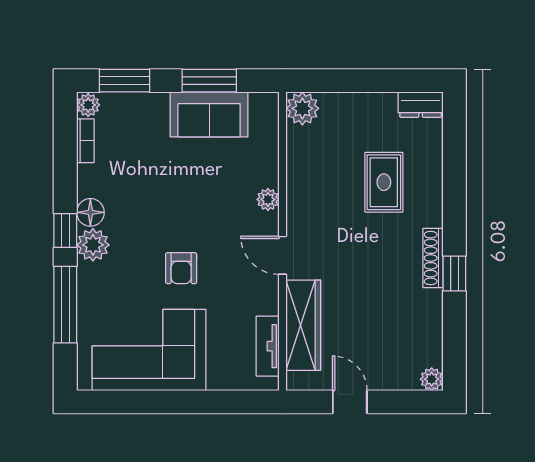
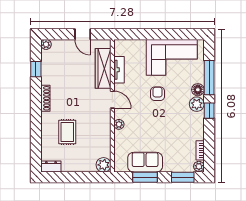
floor lamp: (90, 212) -> (198, 90), moved
window: (454, 273) -> (36, 69), moved
tv unit: (268, 346) -> (119, 70), moved

